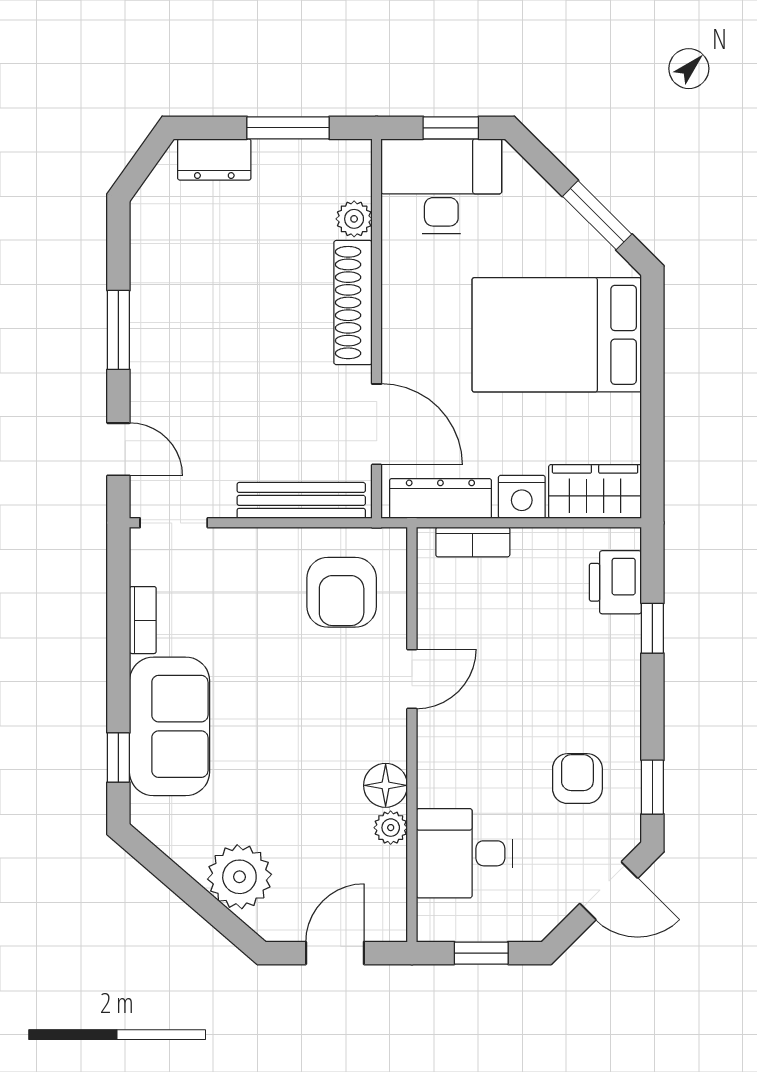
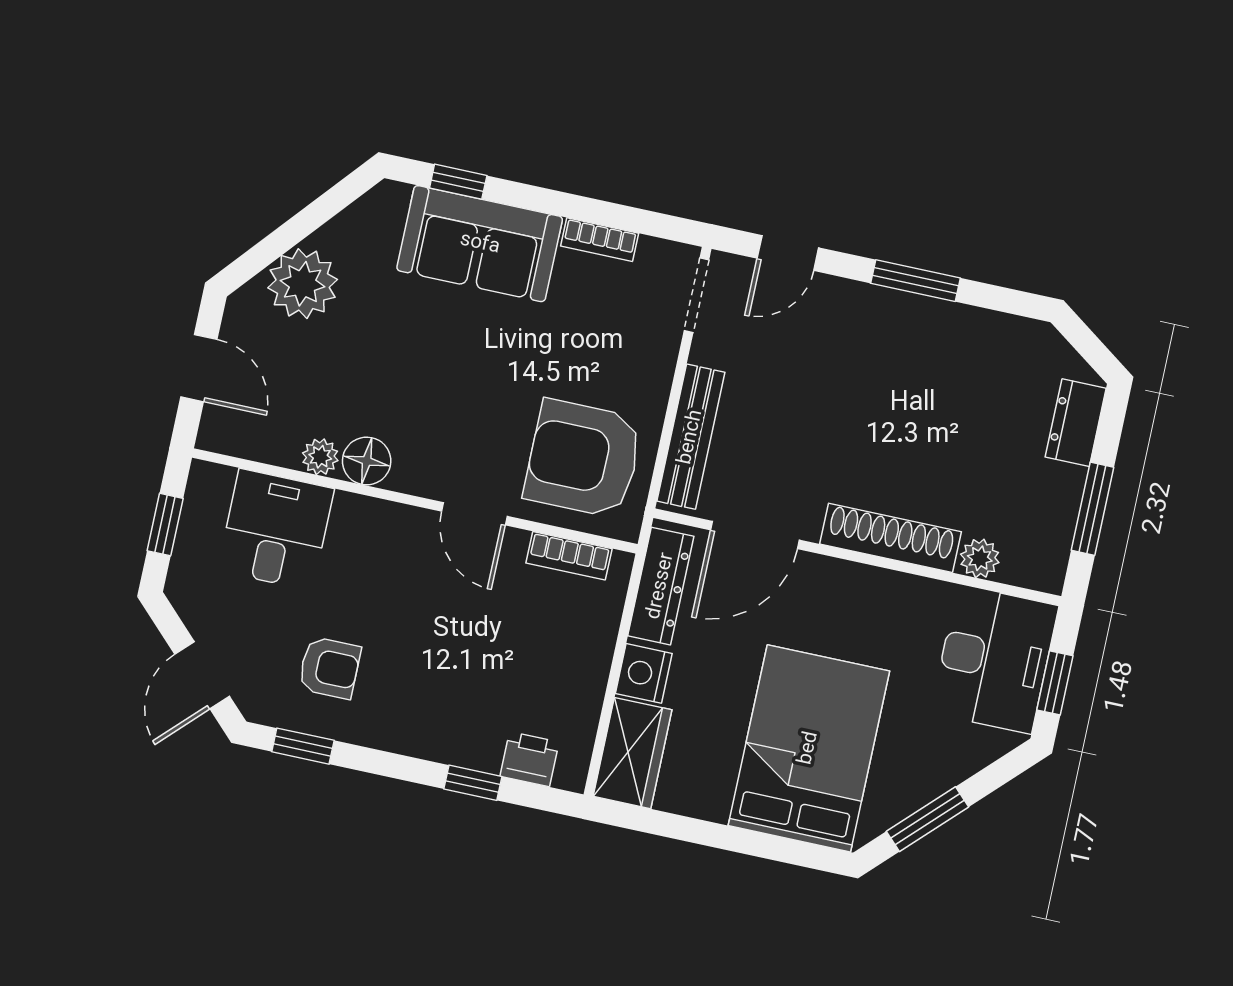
bookcase: (473, 542) -> (569, 556), moved, turned -90
printer: (615, 582) -> (530, 759), width x0.73, depth x0.81
armchair: (342, 592) -> (583, 459), width x1.36, depth x1.36

